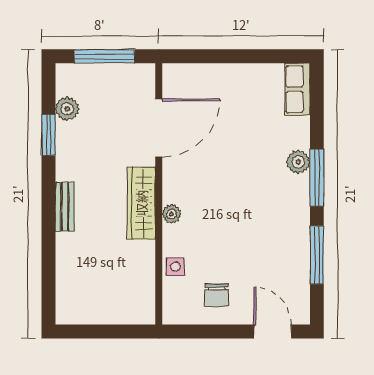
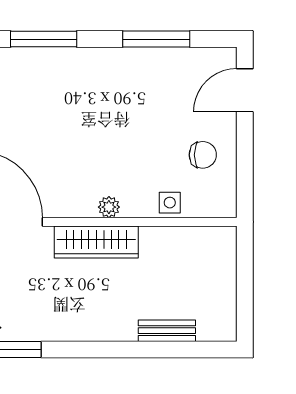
plant: (298, 162) -> (49, 61), removed
window: (317, 178) -> (44, 39), moved
bench: (65, 207) -> (167, 331), moved

